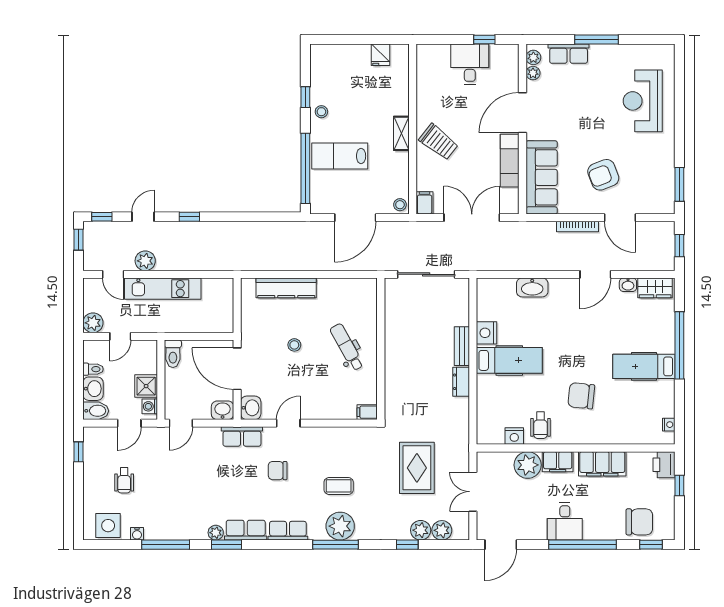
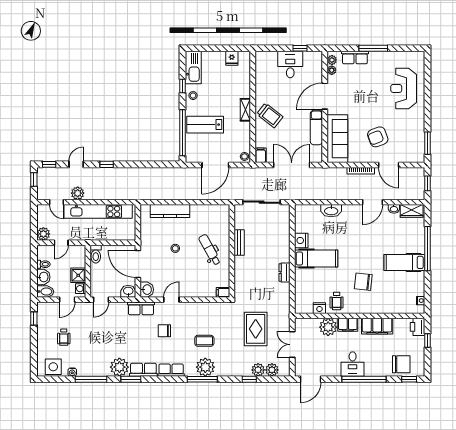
kitchen sink: (322, 69) -> (193, 68), added
kitchen unit: (163, 289) -> (98, 211), width x1.36
bench: (462, 346) -> (239, 242), moved
plant: (216, 533) -> (119, 367), width x1.87, depth x1.87

